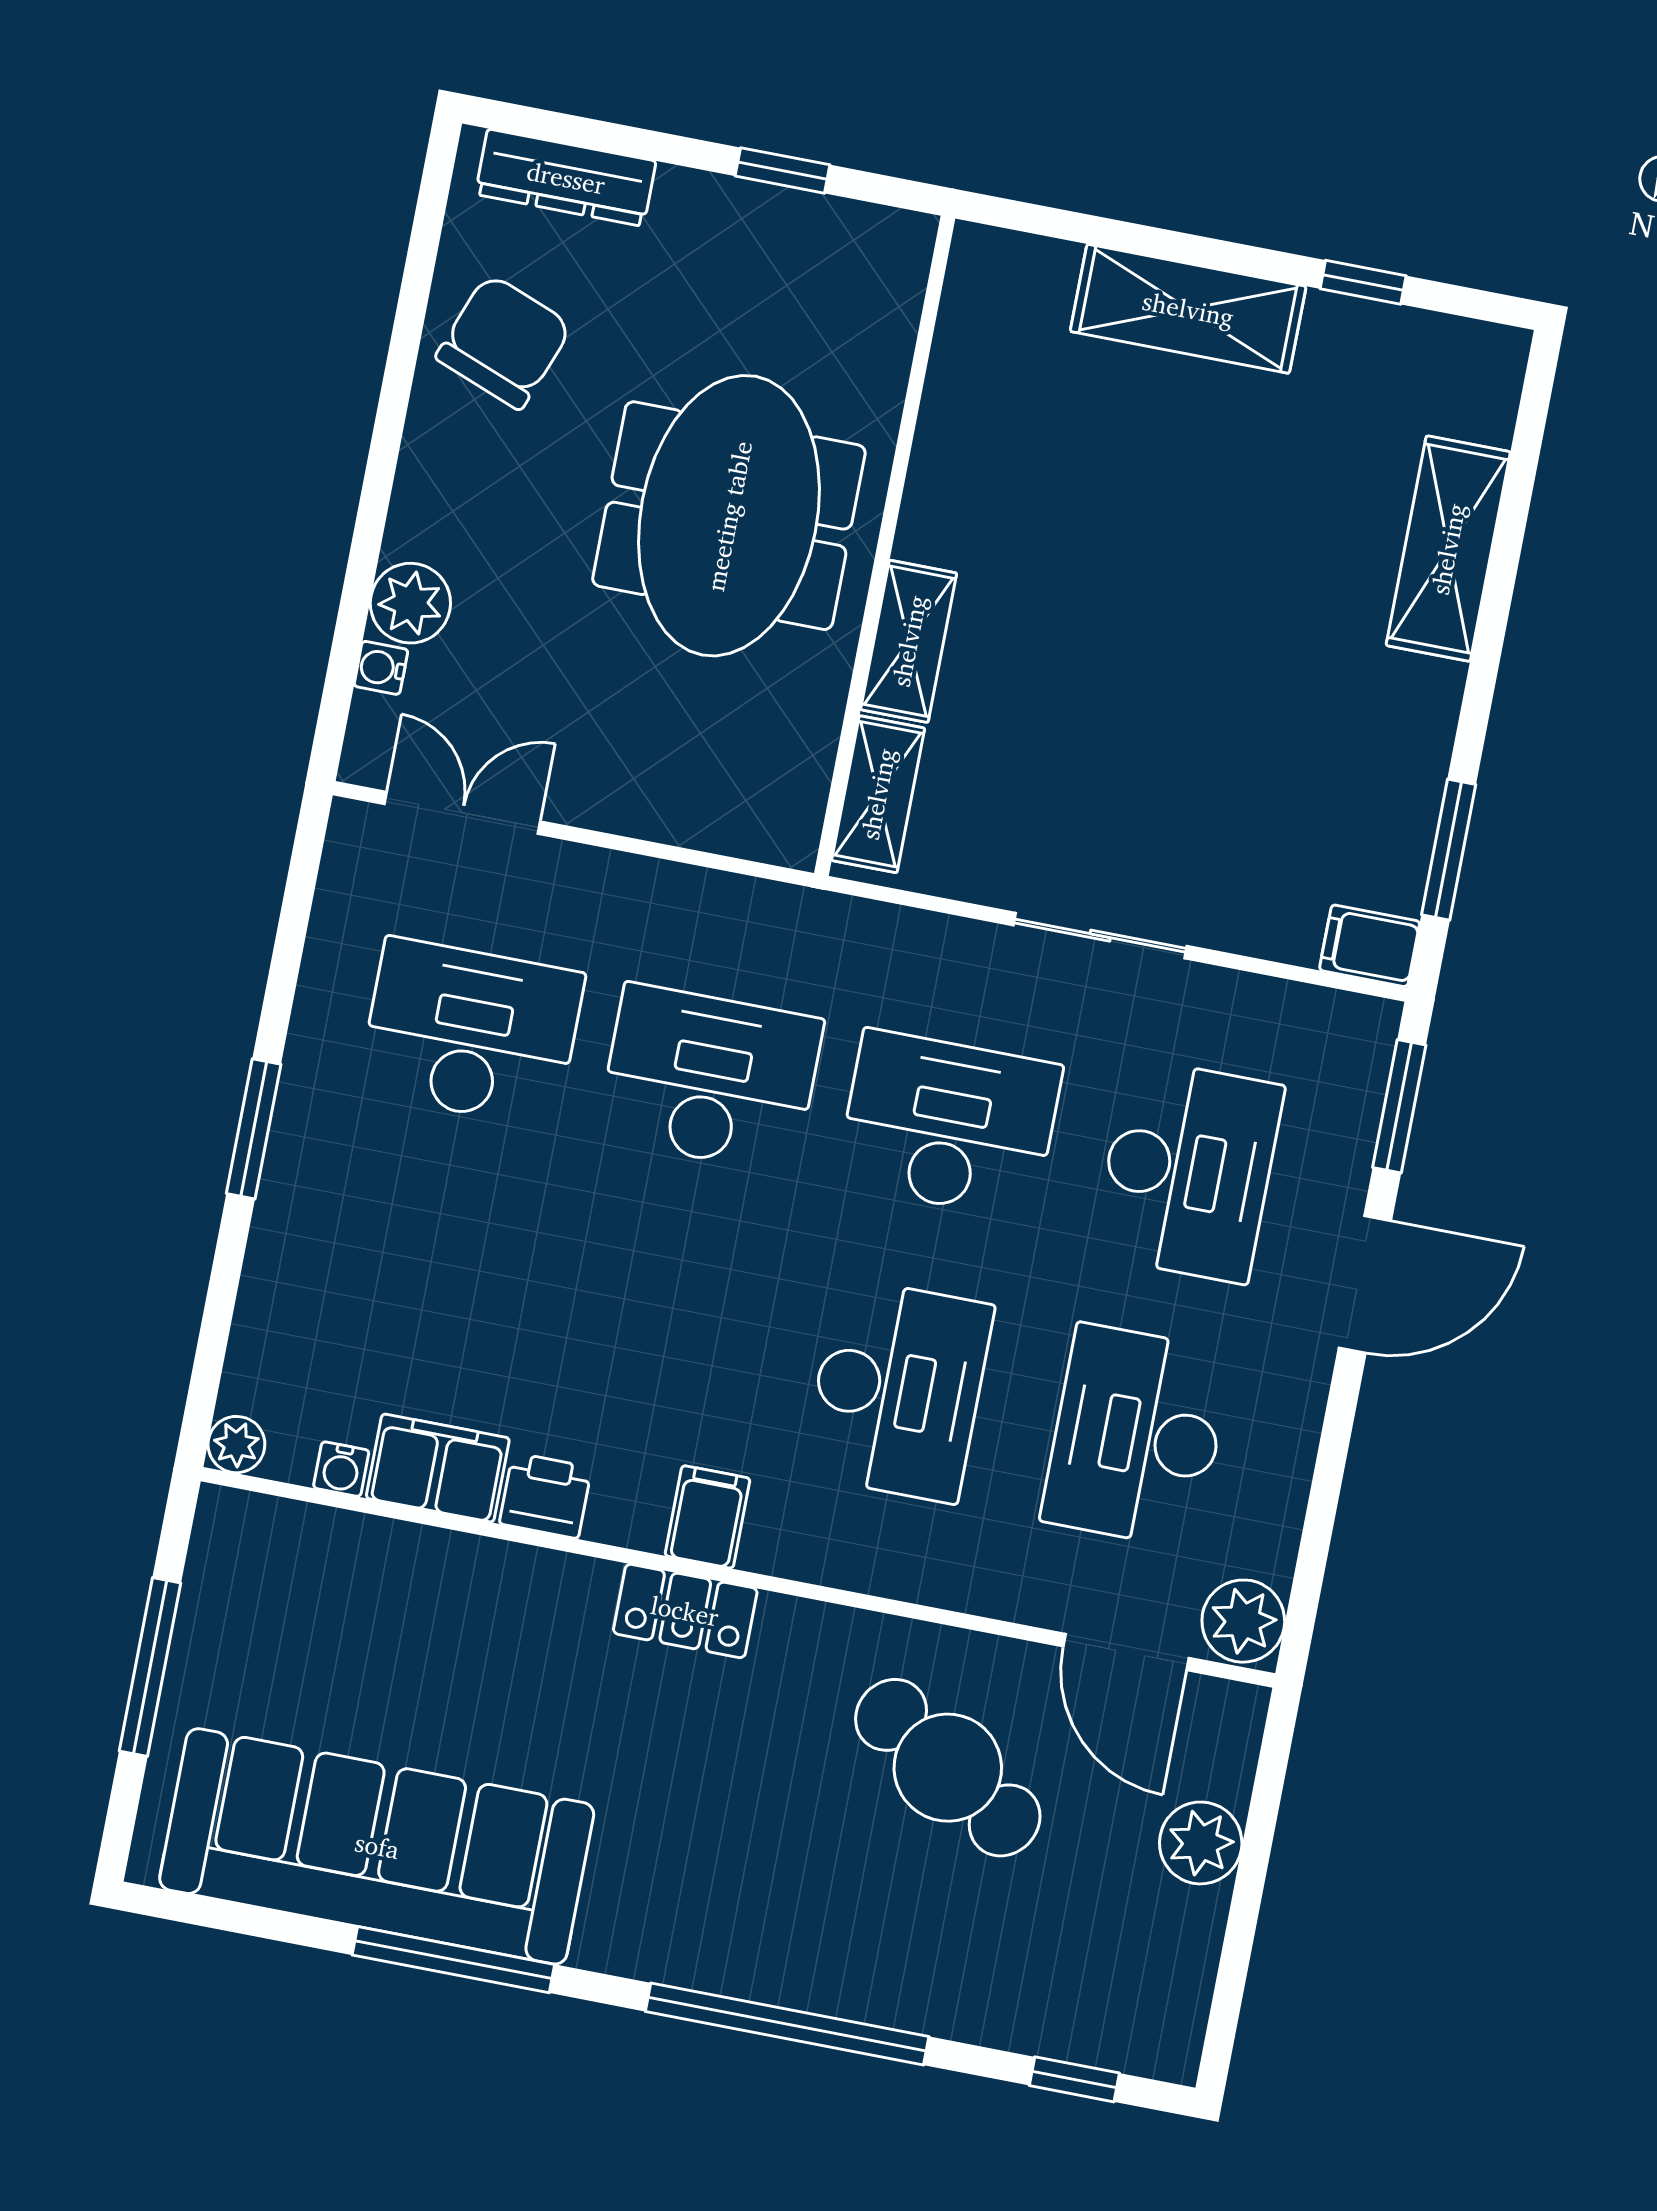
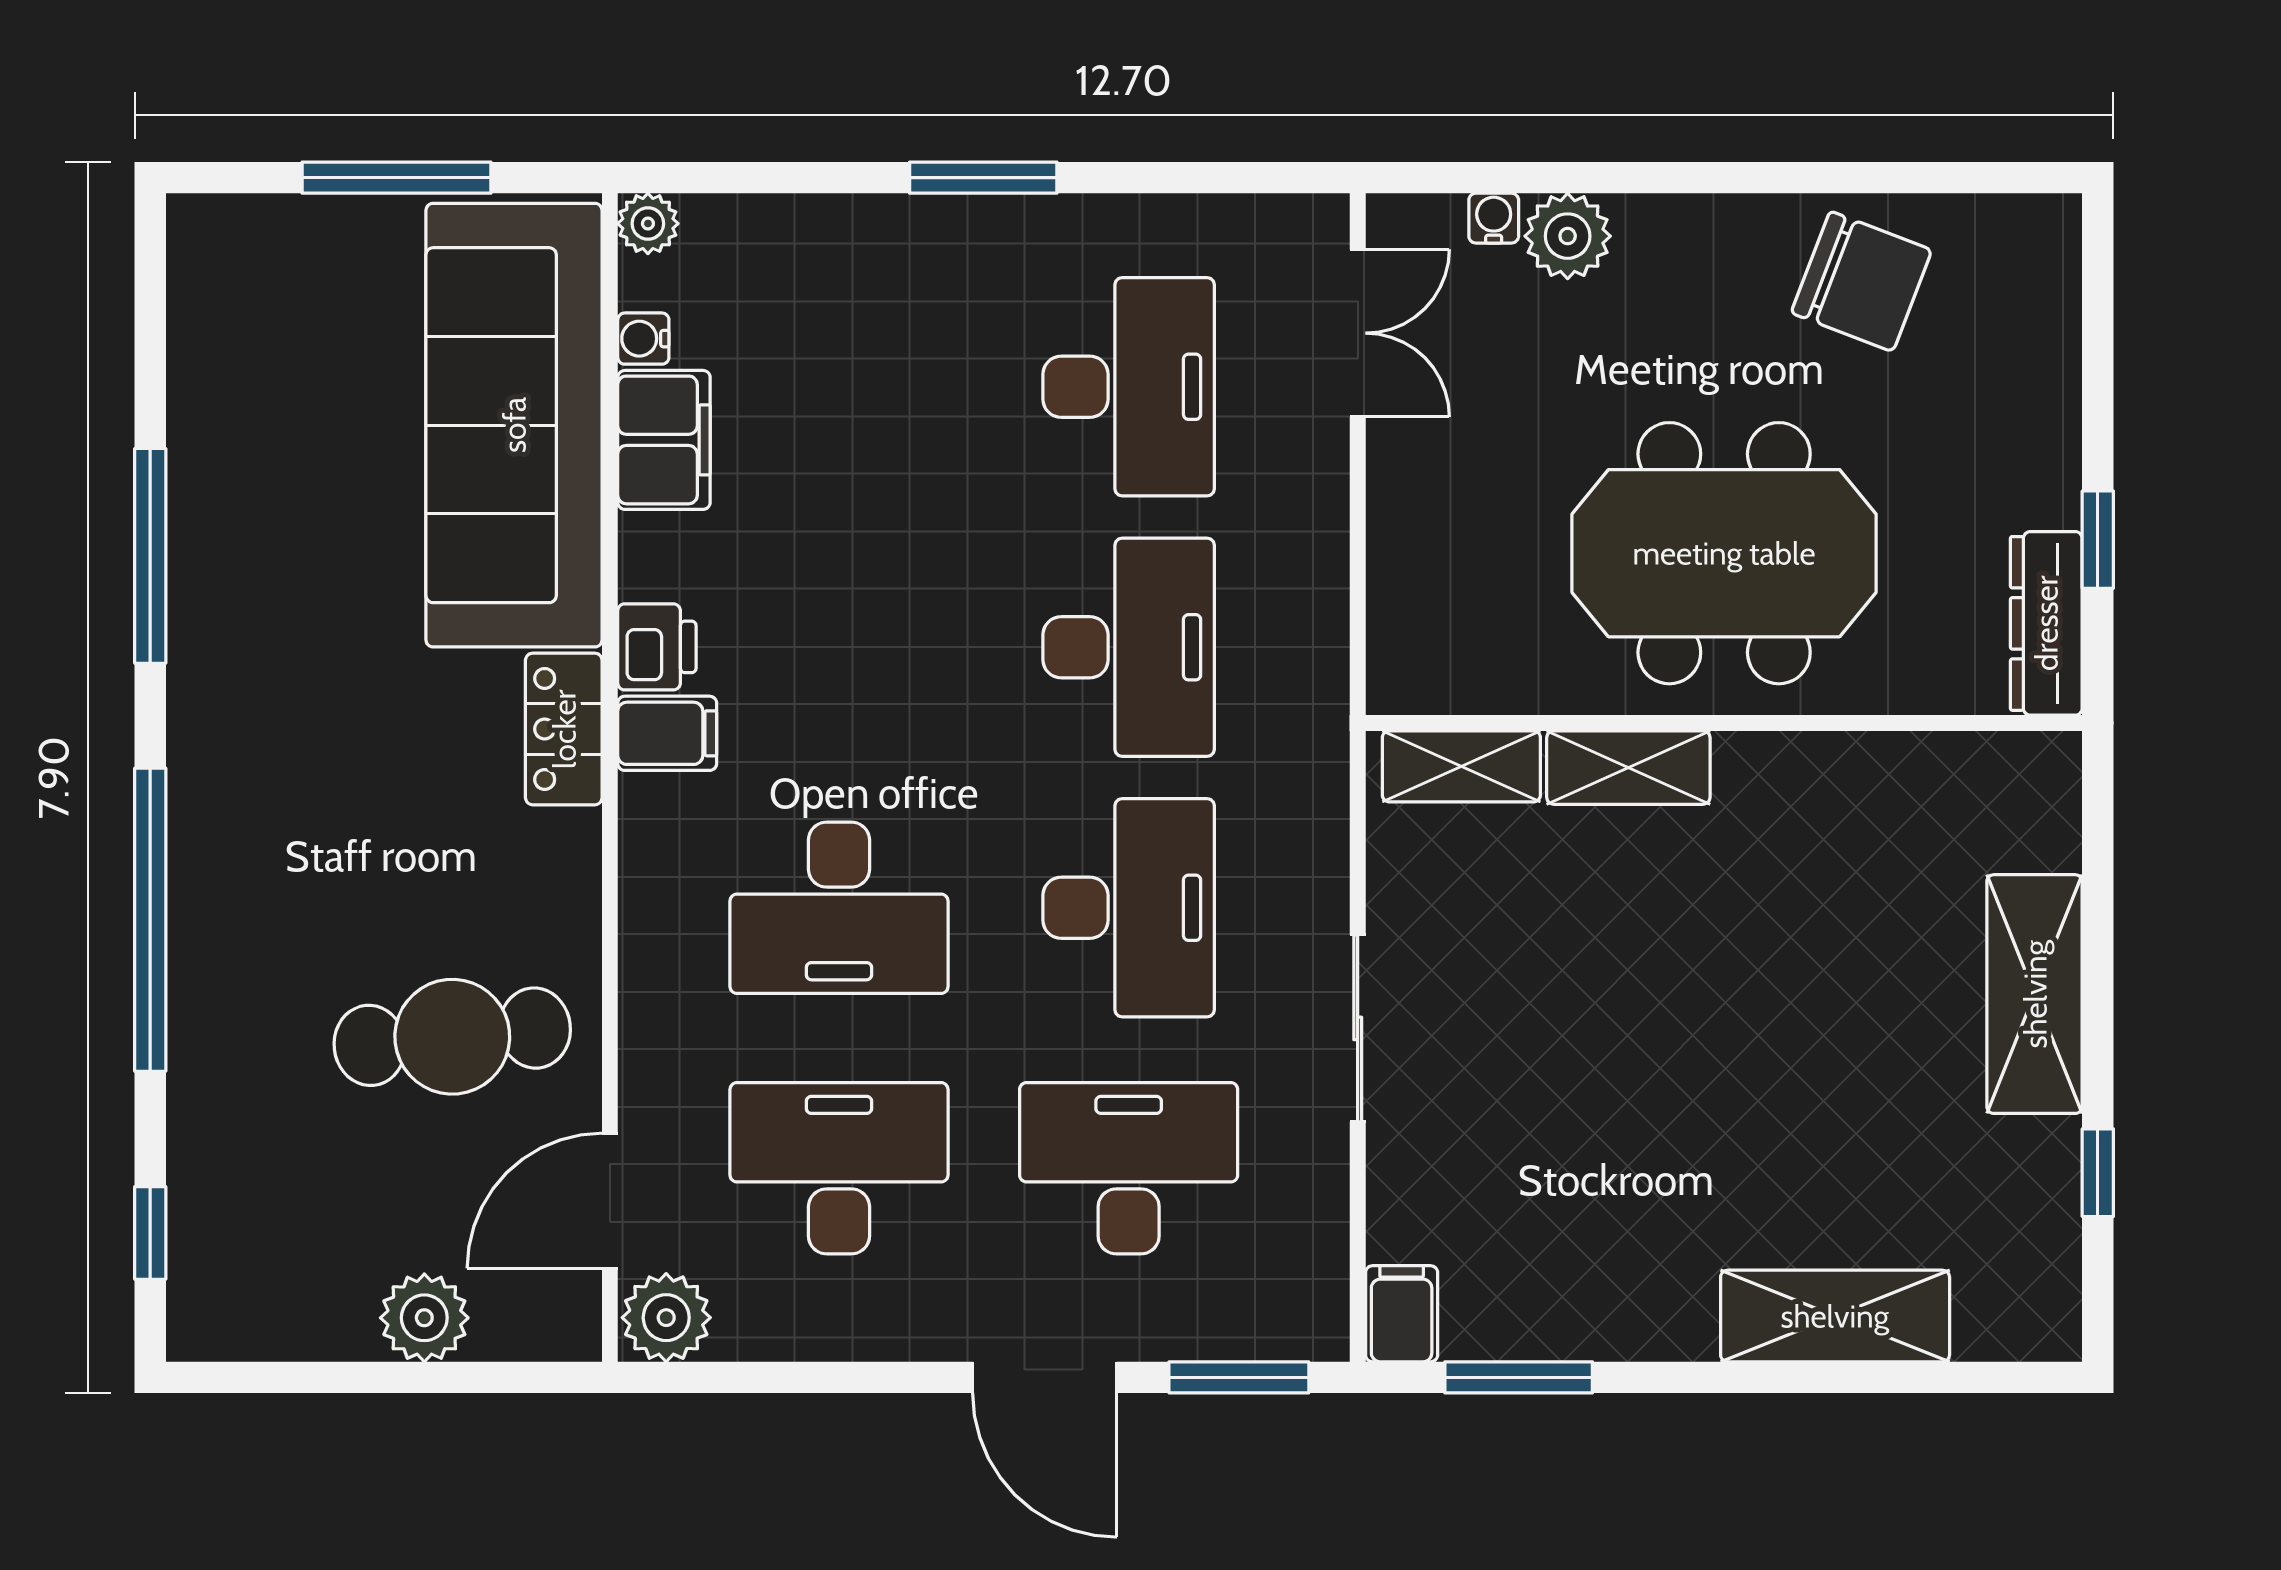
dresser: (566, 178) -> (2046, 623), moved
desk: (1188, 1170) -> (1129, 1168), turned 180
printer: (545, 1496) -> (657, 647), moved
cafe table: (948, 1768) -> (452, 1037), turned 52
sofa: (377, 1846) -> (514, 425), moved, turned 180

